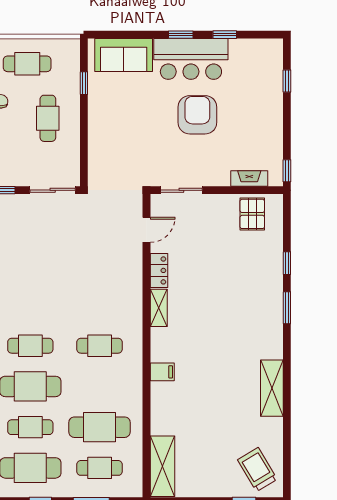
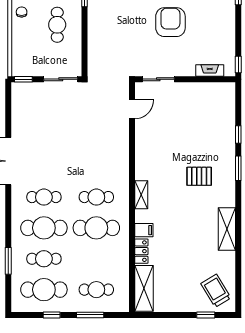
pallet: (252, 214) -> (199, 176), moved, turned 90
locker: (159, 270) -> (141, 251), moved
shelving: (159, 308) -> (141, 195), moved
filing cabinet: (162, 372) -> (144, 230), moved
cafe table: (100, 427) -> (96, 228), moved

